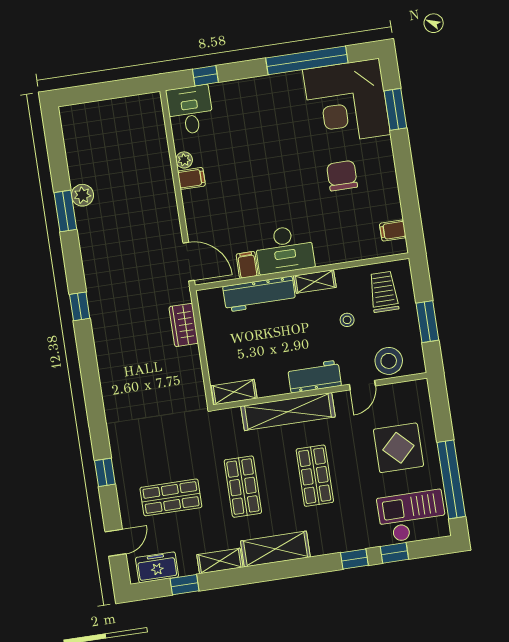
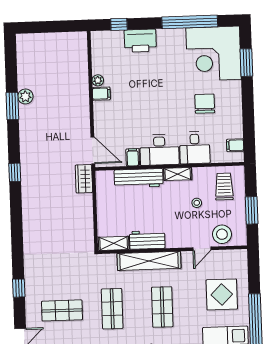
printer: (239, 96) -> (140, 41), added
desk: (190, 110) -> (195, 148), moved, turned 180
wardrobe: (184, 325) -> (84, 179), moved
workbench: (314, 377) -> (147, 240), moved

